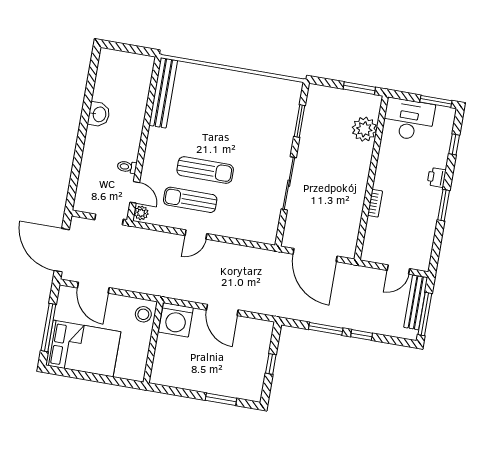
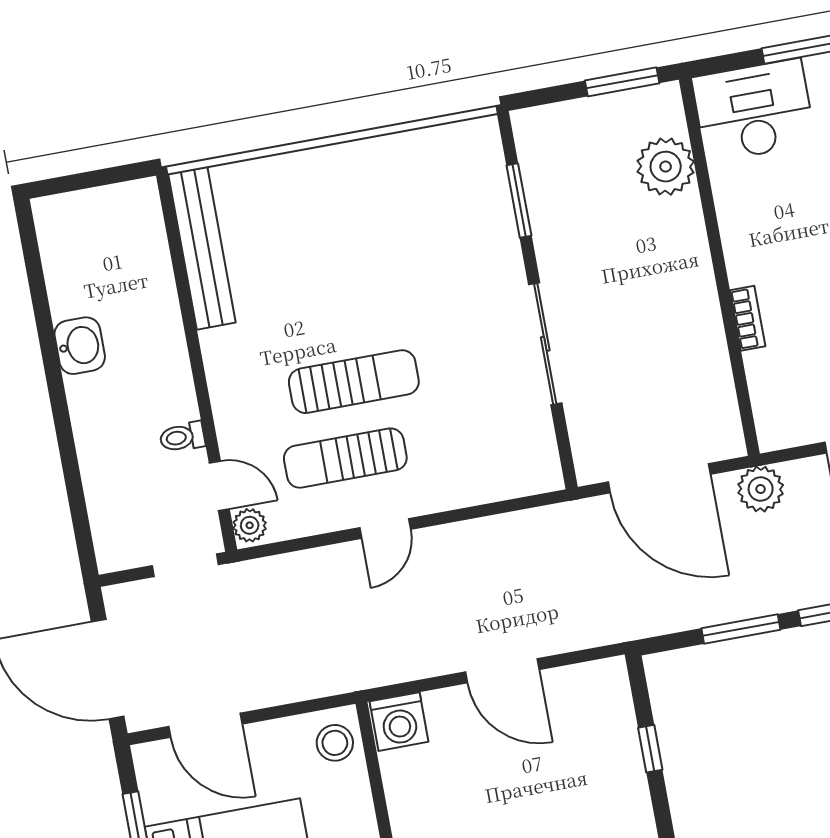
plant: (355, 275) -> (761, 489), added
washing machine: (176, 320) -> (399, 722), width x0.73, depth x0.73

